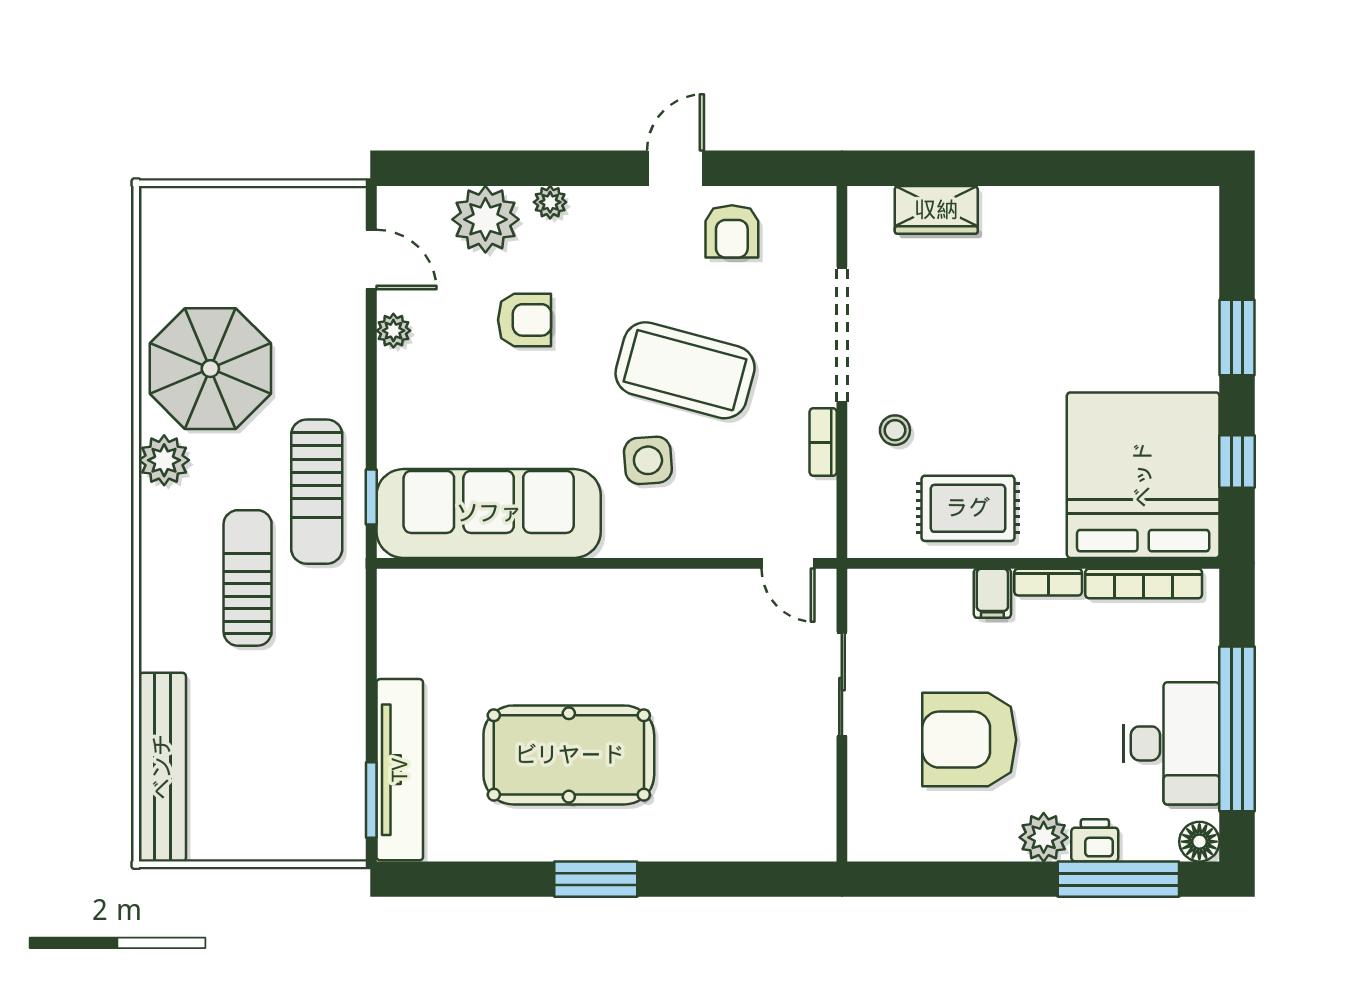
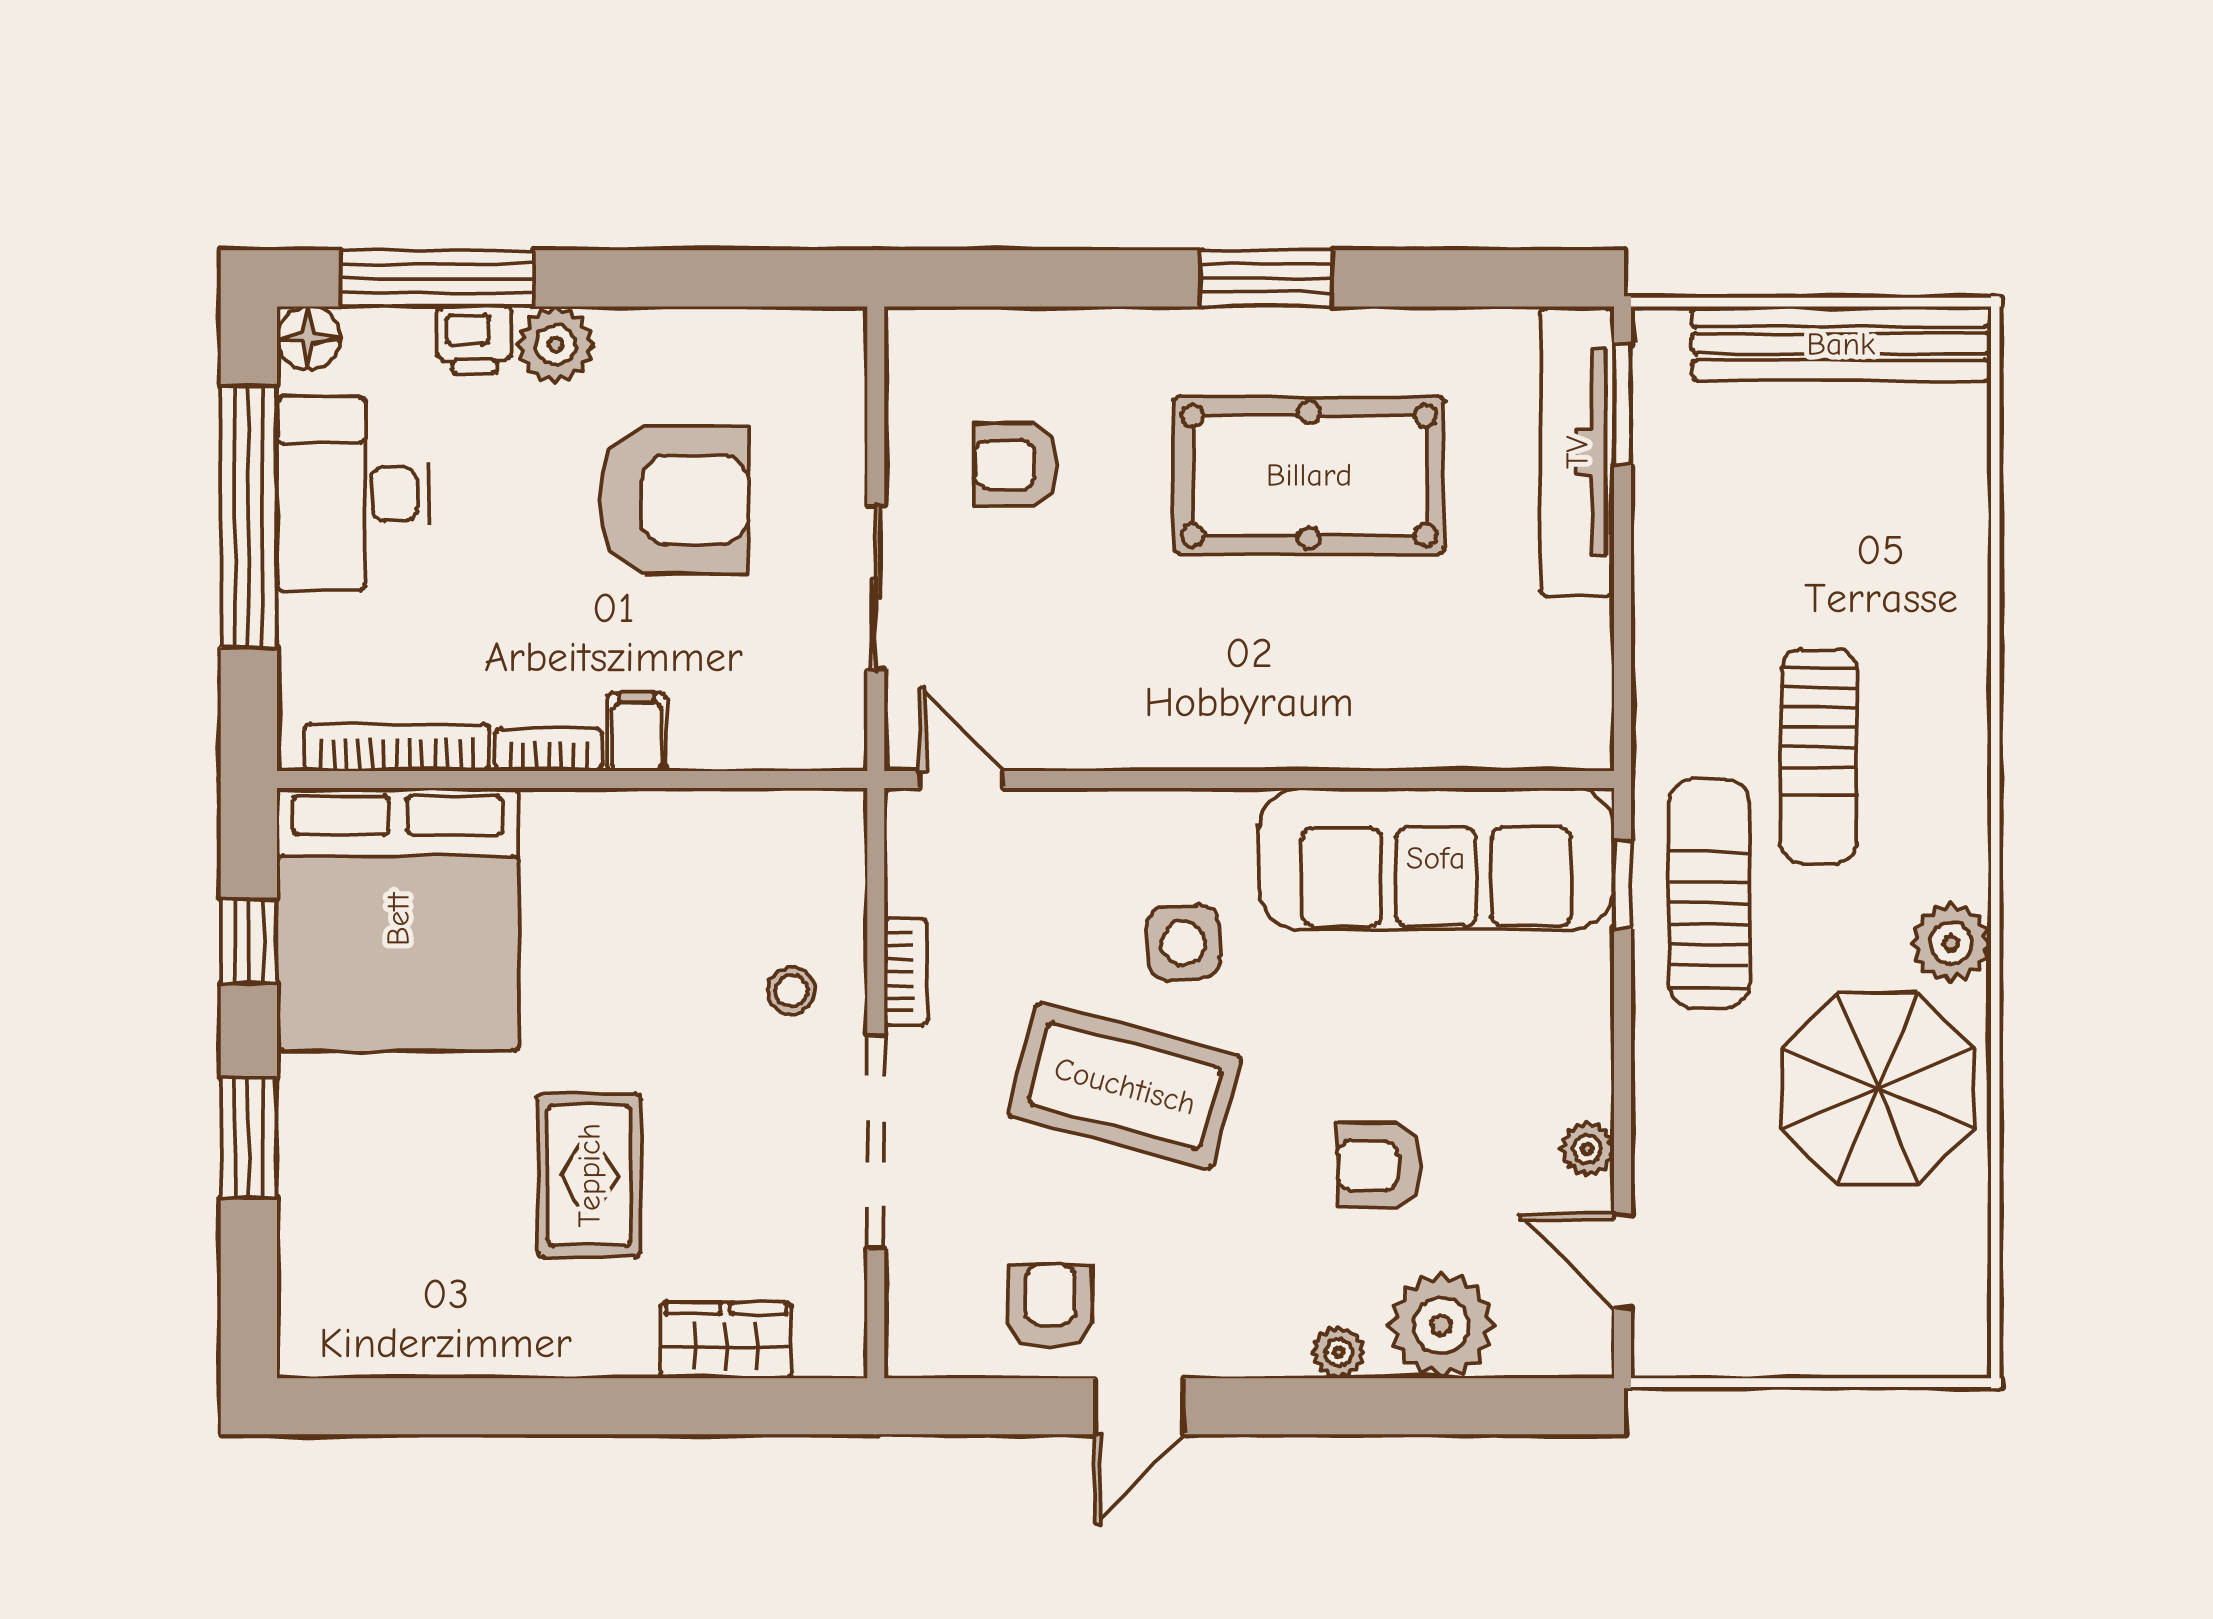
rug: (968, 508) -> (589, 1175), moved, turned 90
armchair: (754, 762) -> (1016, 465), added
bench: (162, 767) -> (1841, 344), moved, turned 90

